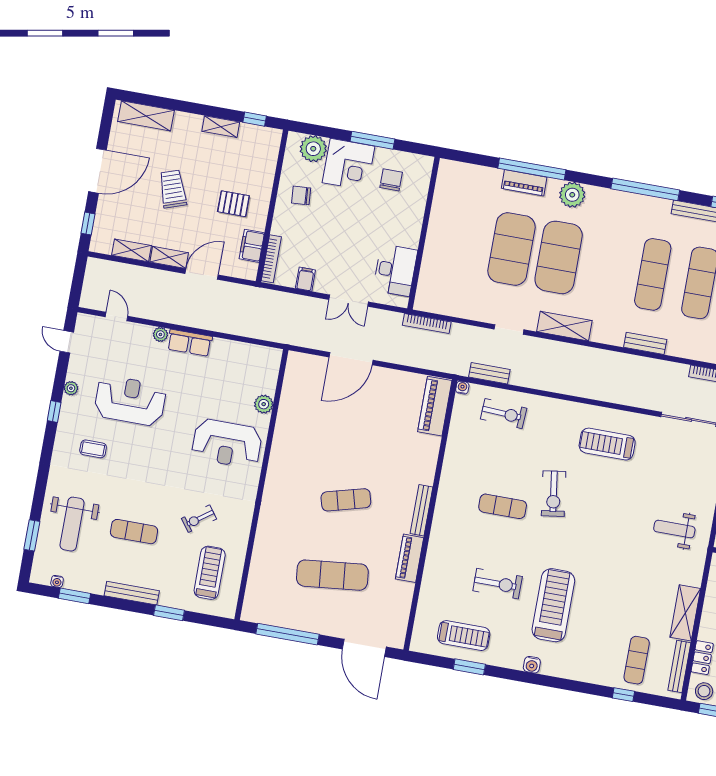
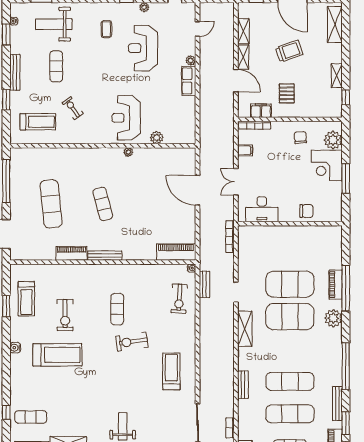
chair: (391, 180) -> (306, 211), moved
reception desk: (130, 401) -> (143, 48), turned 180
plant: (277, 449) -> (128, 152), added

